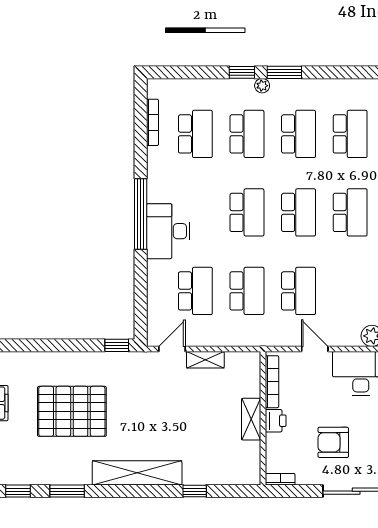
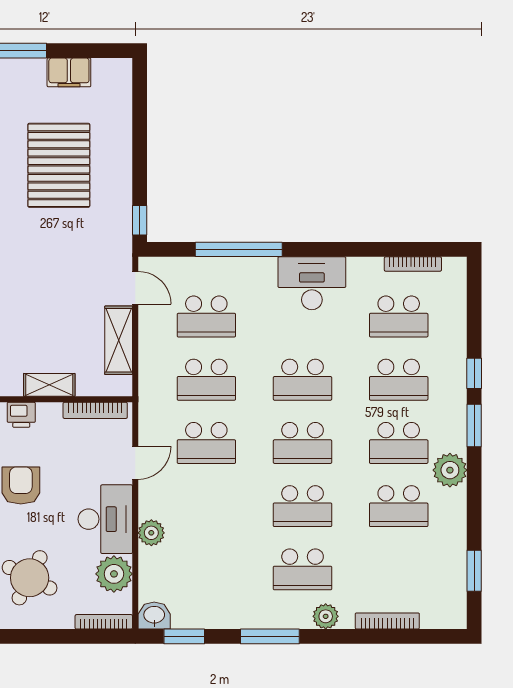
plant: (262, 86) -> (450, 470), moved, width x1.87, depth x1.87
window: (141, 214) -> (239, 249), moved
desk: (168, 231) -> (312, 283), moved
shelving: (205, 360) -> (119, 340), width x1.50, depth x1.33
printer: (276, 421) -> (21, 415), moved

